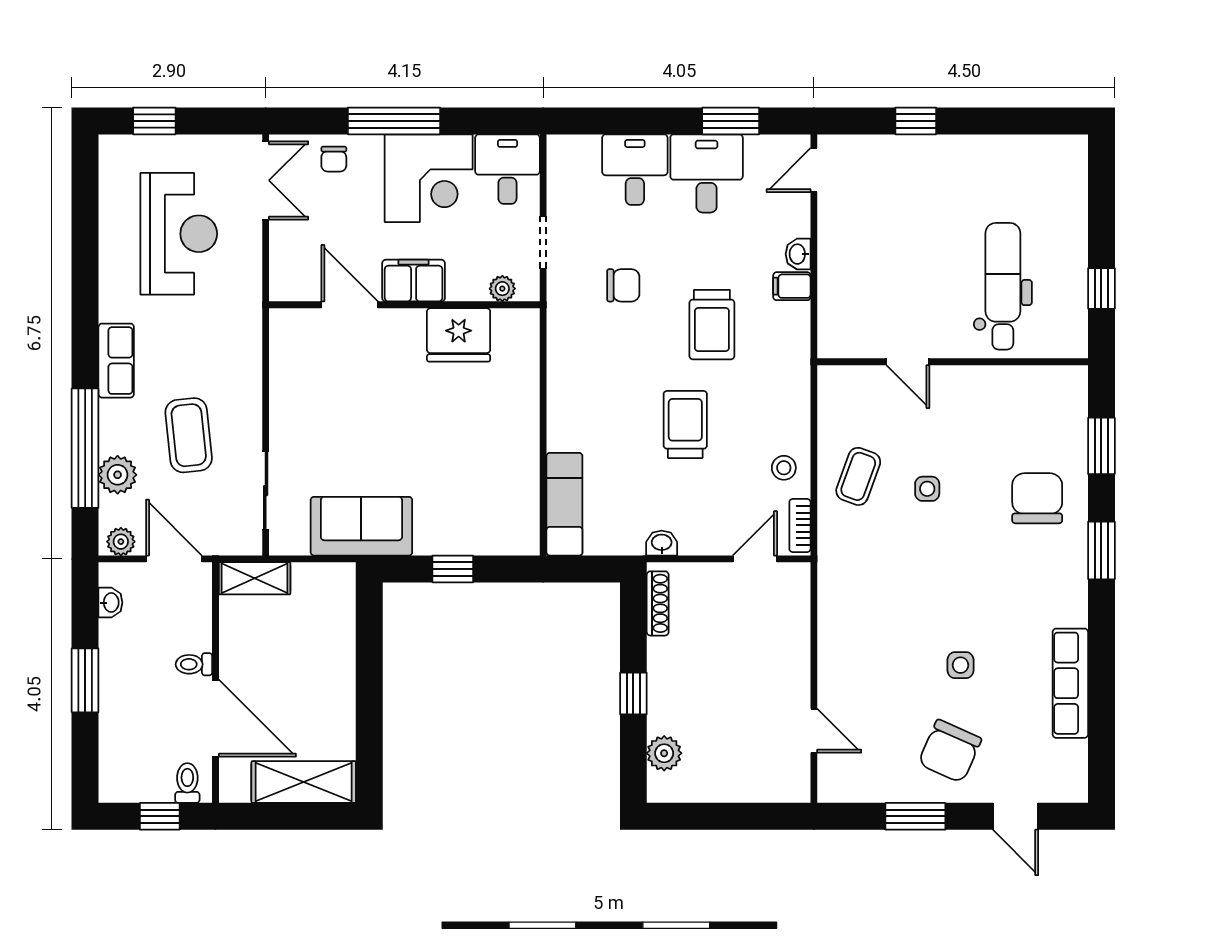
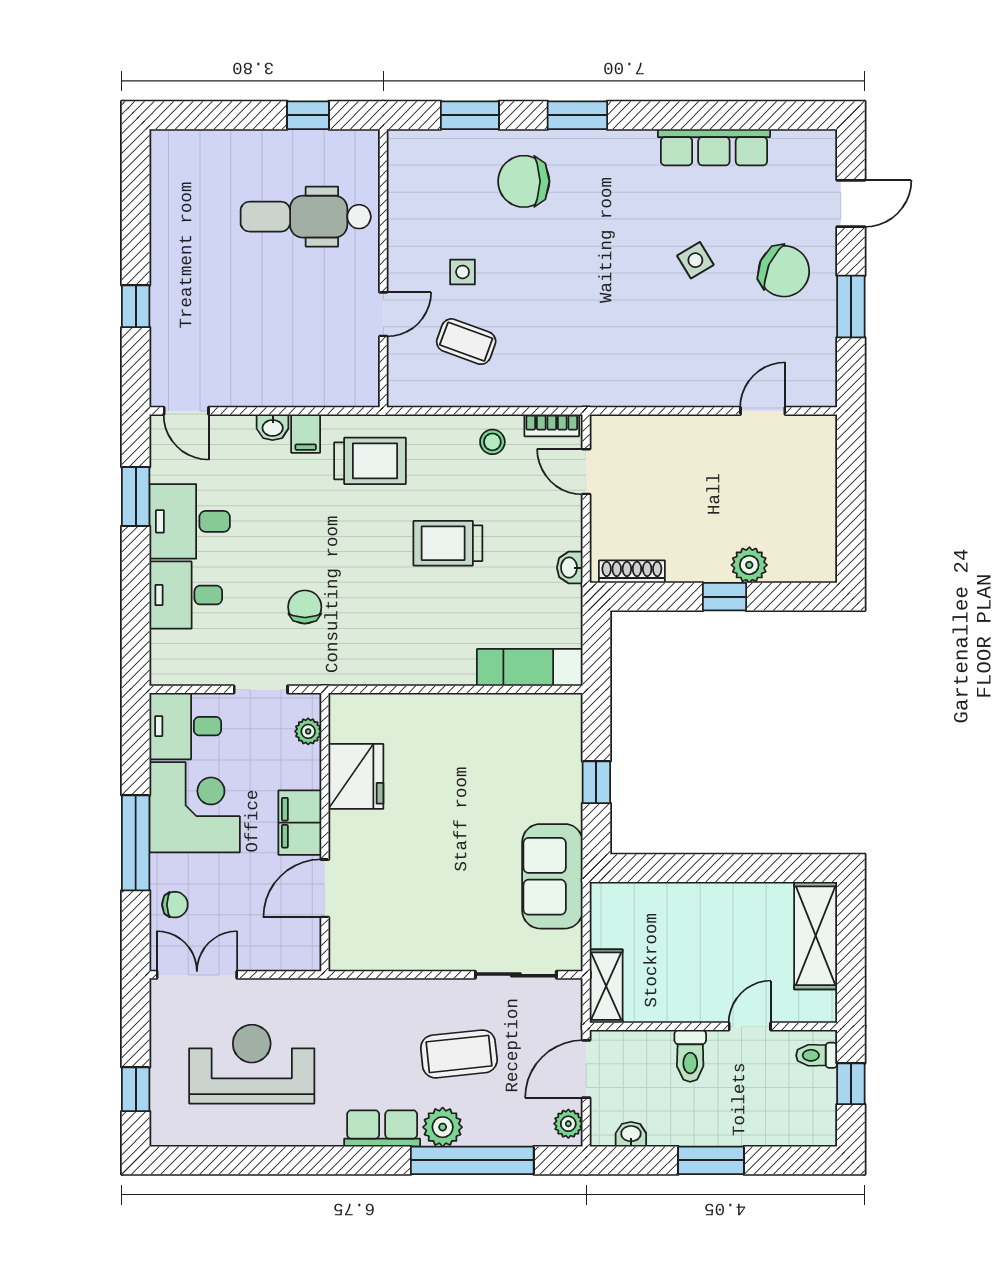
trolley: (712, 325) -> (370, 461), moved
plant: (118, 475) -> (443, 1127), moved
coffee table: (858, 476) -> (466, 342), moved
side table: (927, 489) -> (463, 272), moved
toilet: (194, 664) -> (690, 1056), width x1.37, depth x1.39
side table: (960, 665) -> (695, 260), turned -31
door: (215, 718) -> (750, 1026), width x0.53
plant: (664, 753) -> (749, 565), moved

